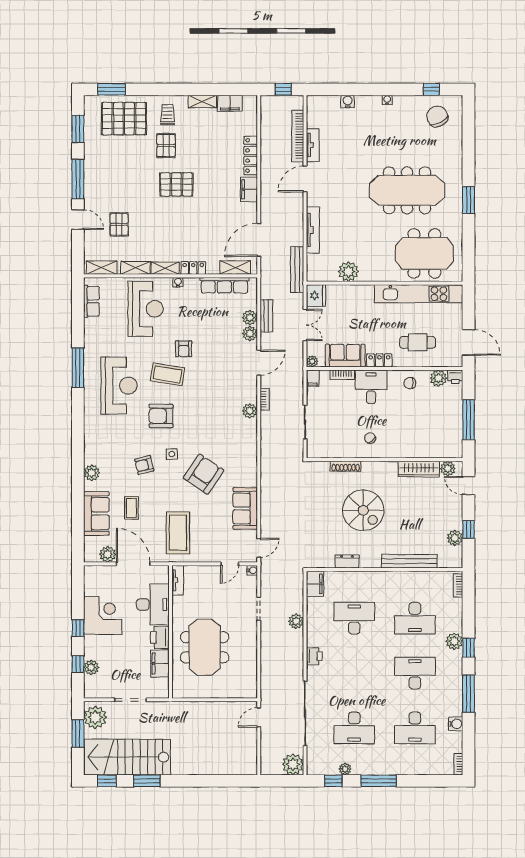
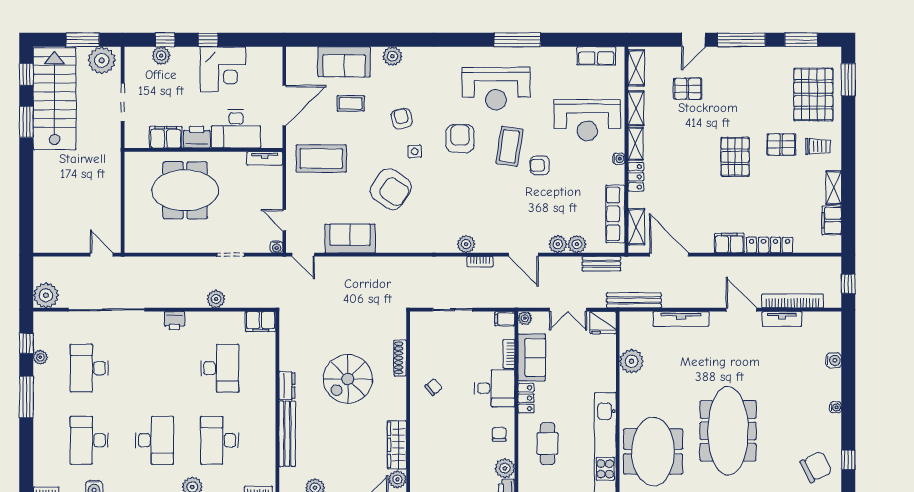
bench: (266, 316) -> (601, 264), moved
plant: (108, 554) -> (296, 75), removed
dresser: (347, 562) -> (287, 386), moved

